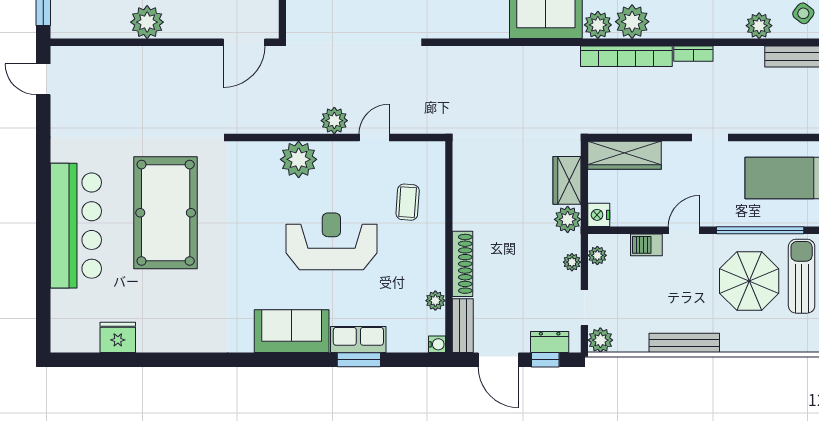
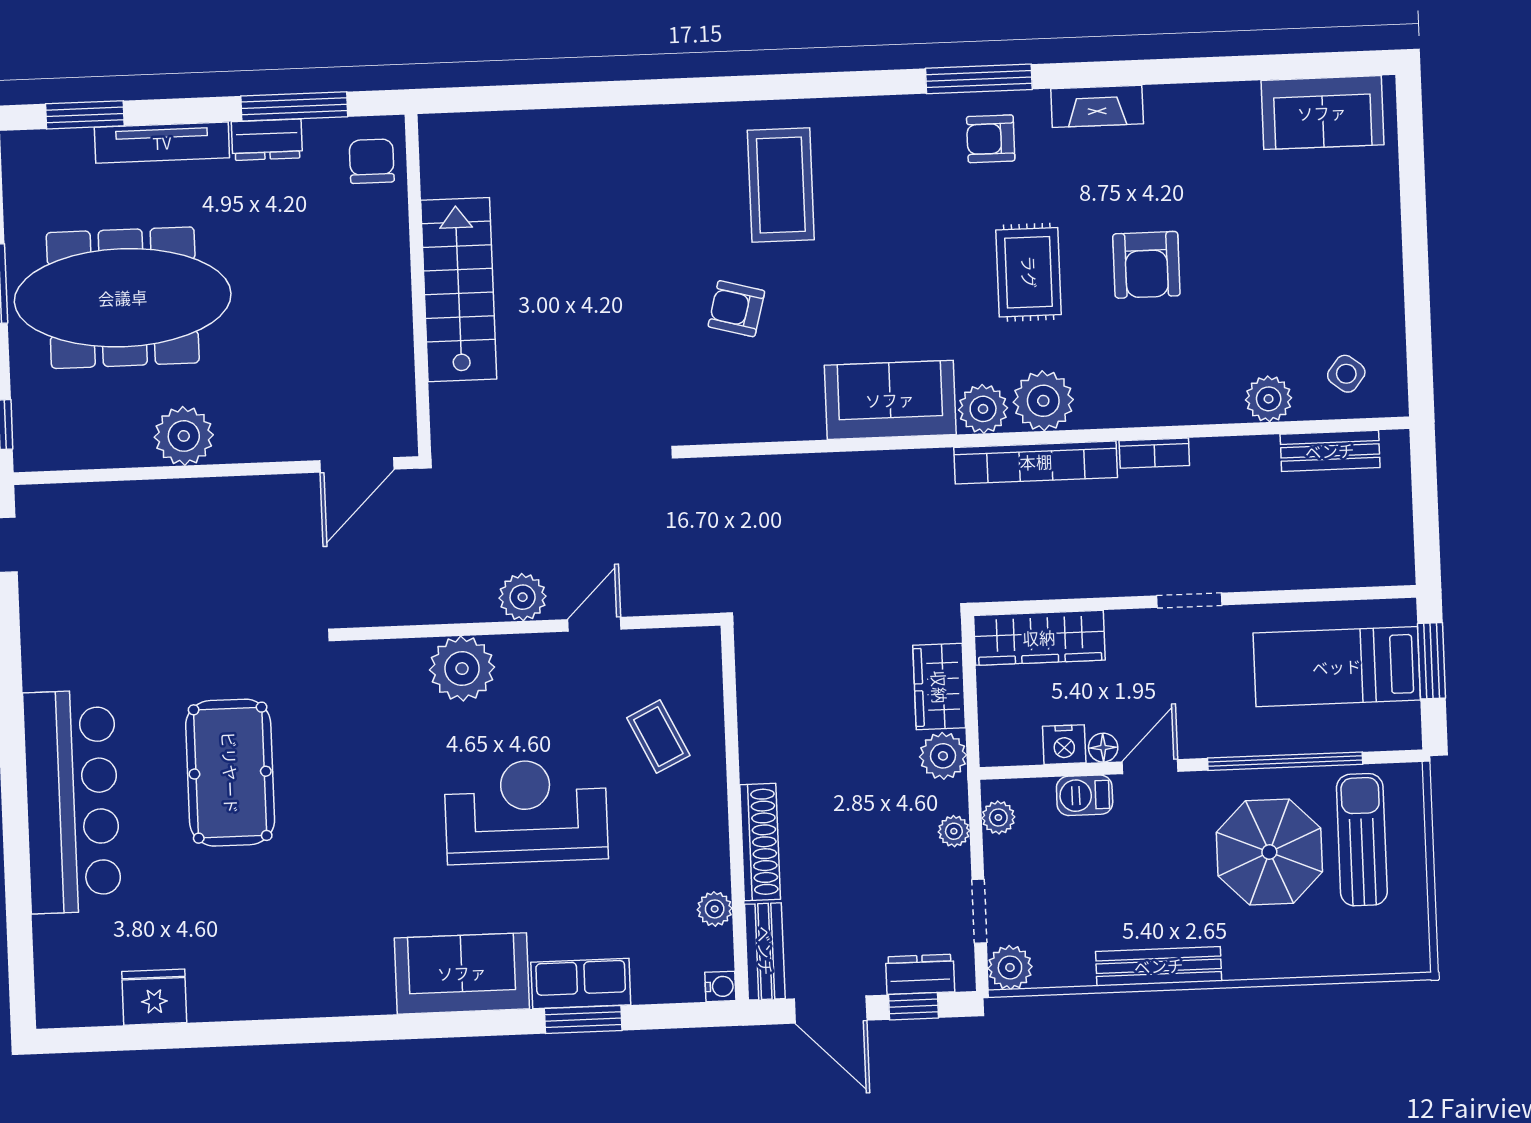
coffee table: (408, 202) -> (658, 737), turned -30
pool table: (166, 213) -> (230, 773), width x0.73, depth x0.76
nightstand: (599, 215) -> (1064, 745), moved, turned -90
floor lamp: (658, 218) -> (1103, 748), added

